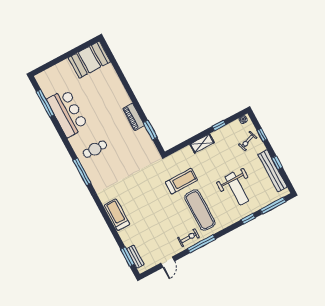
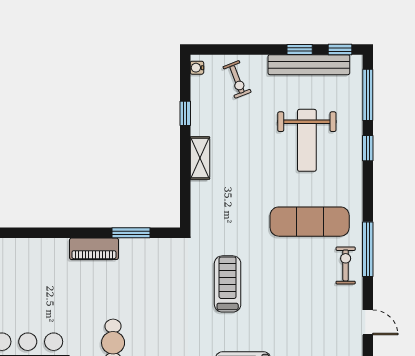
window: (262, 135) -> (340, 49), moved
treadmill: (181, 181) -> (228, 284), moved
weight bench: (237, 189) -> (307, 140), turned 90

